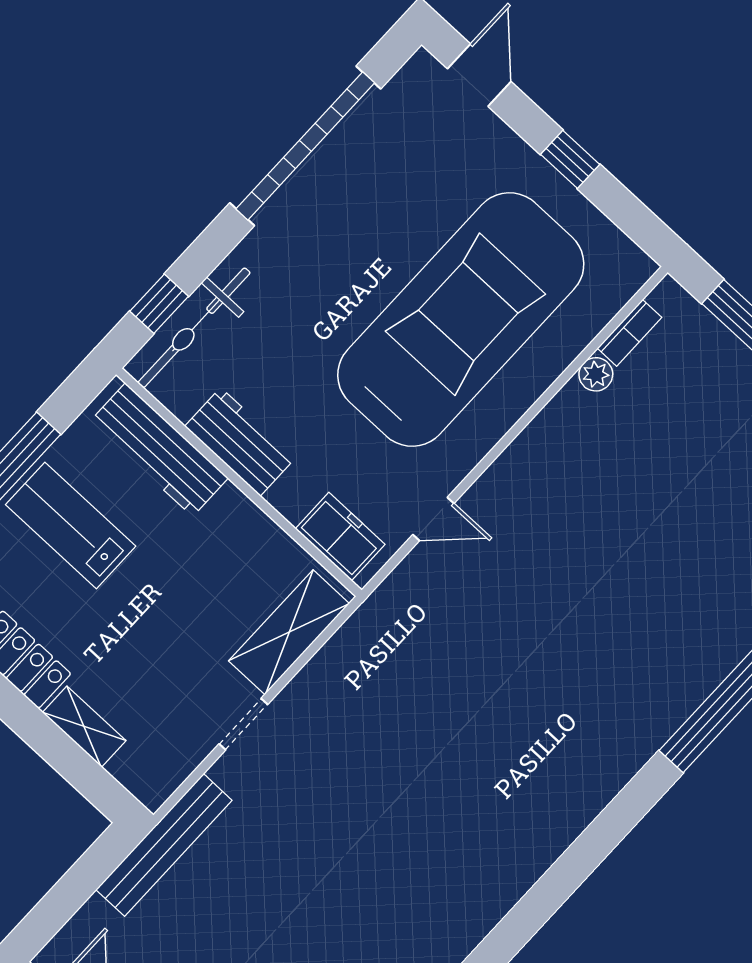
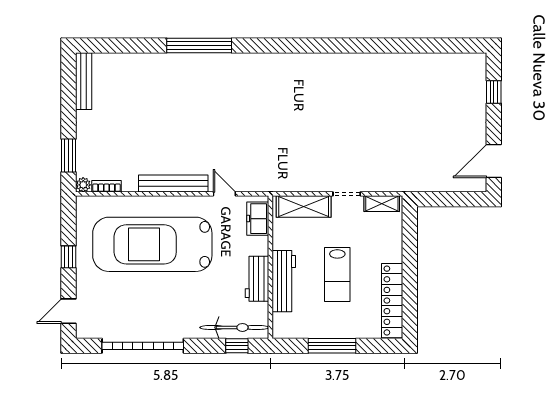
plant: (596, 374) -> (83, 185), moved
workbench: (159, 450) -> (284, 281), moved
lab bench: (71, 525) -> (337, 275), moved
shelving: (84, 727) -> (382, 204), moved, turned 90
bench: (164, 845) -> (173, 184), moved

